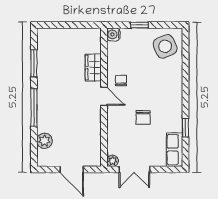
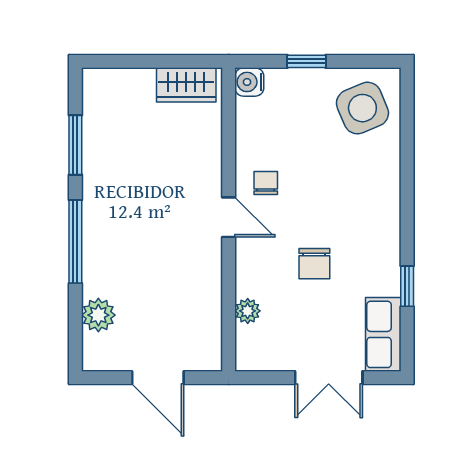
wardrobe: (93, 68) -> (186, 85), moved, turned -90
plant: (113, 161) -> (248, 311), moved
double door: (134, 169) -> (329, 378), moved

